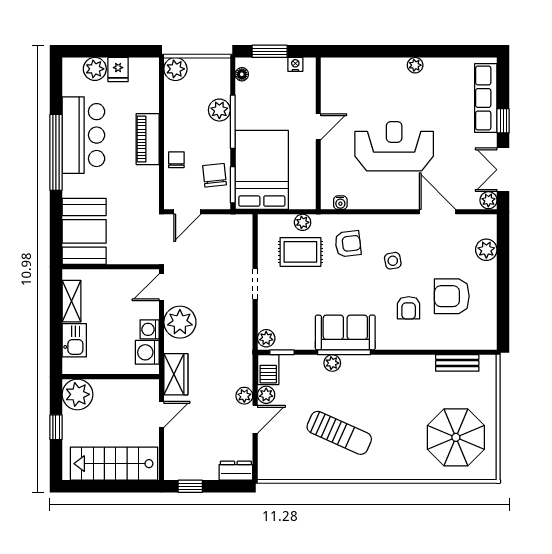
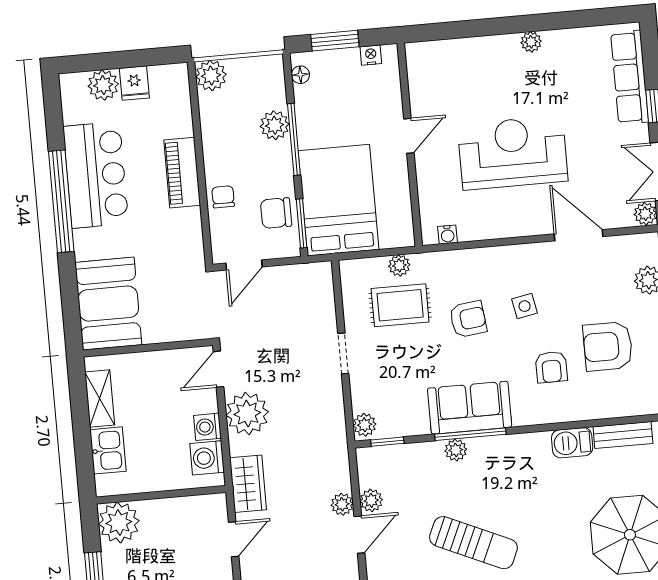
chair: (215, 175) -> (276, 213), turned -84
armchair: (348, 244) -> (468, 319), moved
barbecue: (268, 370) -> (572, 443), moved, turned 90

